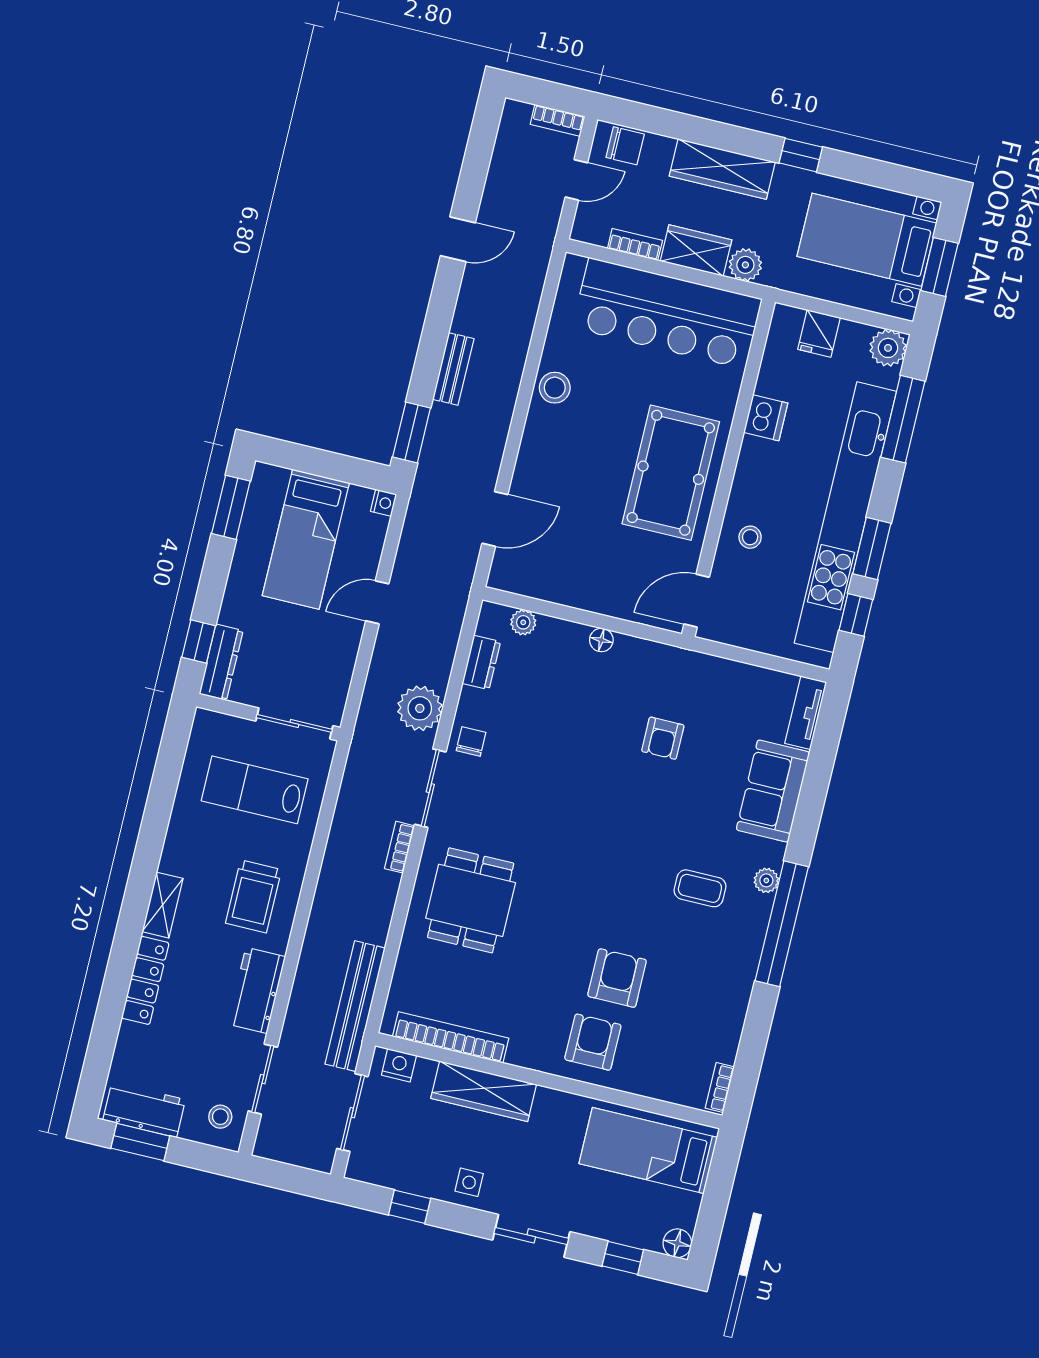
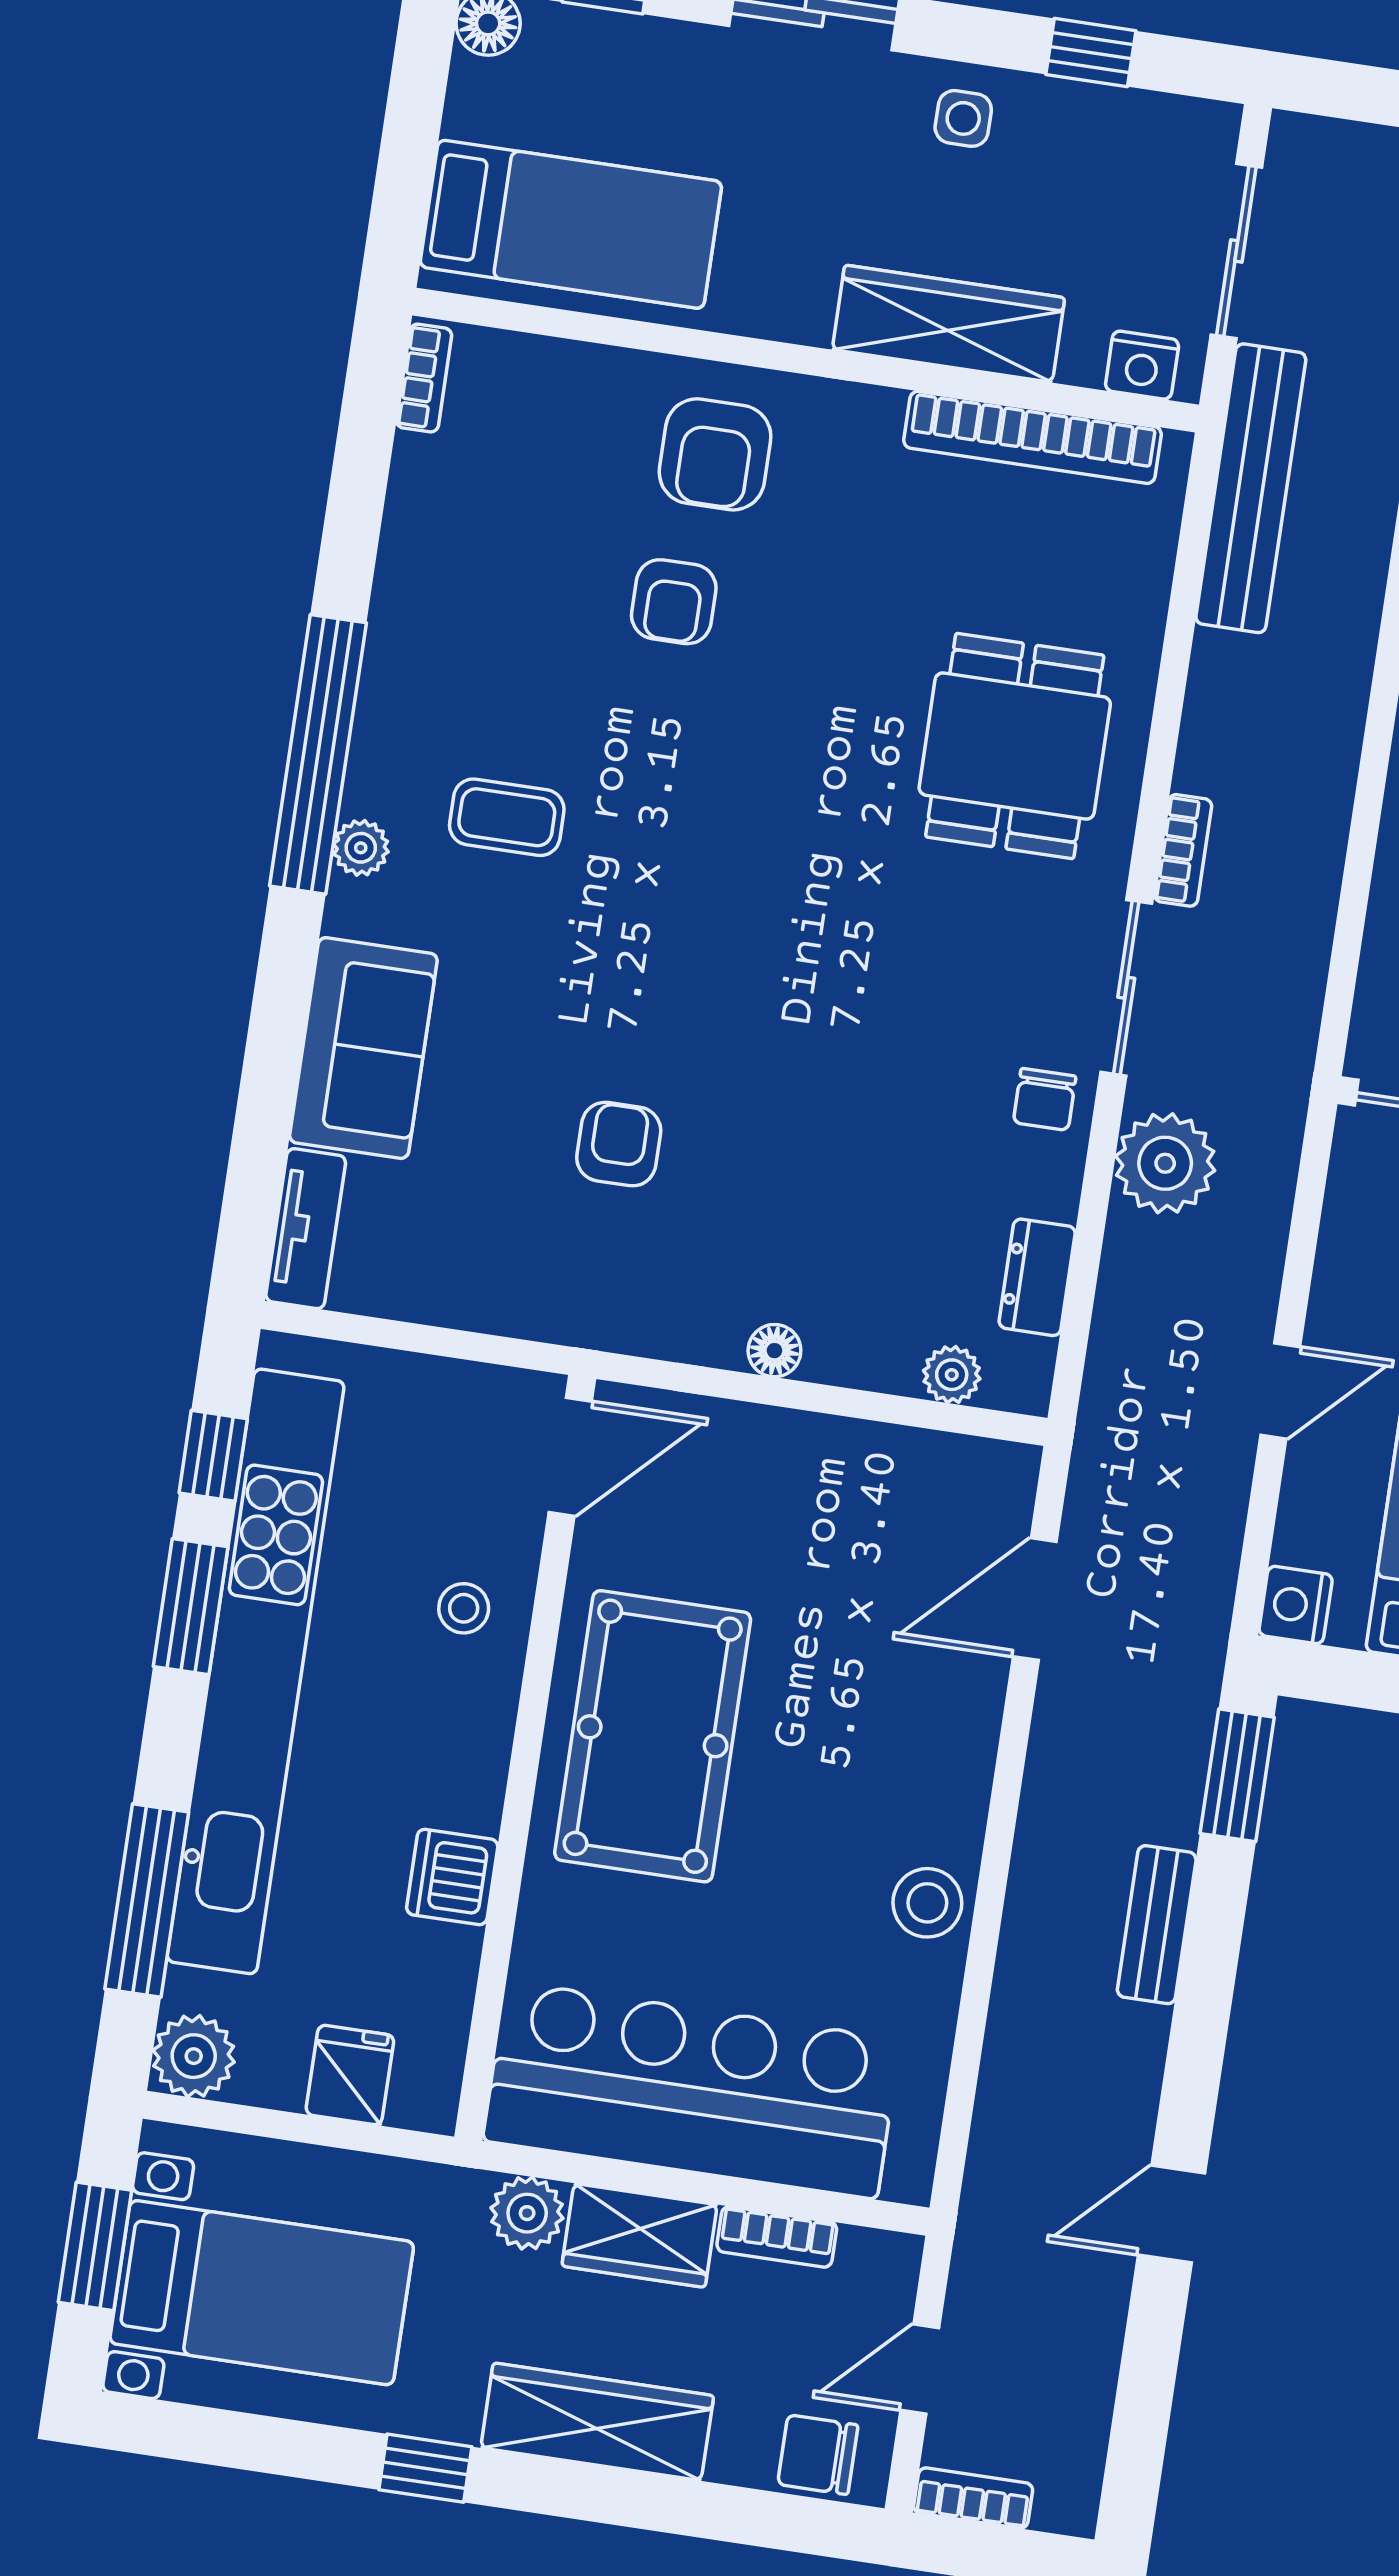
nightstand: (384, 503) -> (1296, 1605), width x1.39, depth x1.35
armchair: (617, 978) -> (674, 602), width x0.72, depth x0.72

